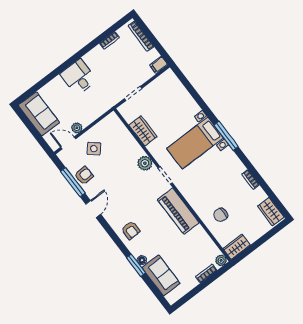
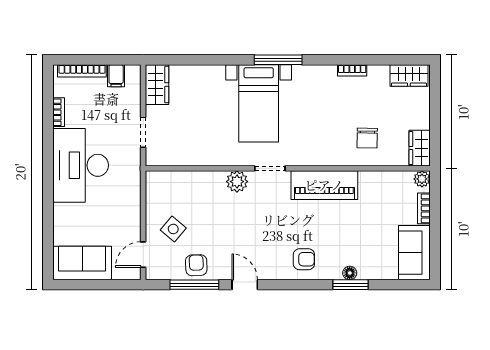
filing cabinet: (159, 65) -> (116, 76), moved
desk: (78, 77) -> (81, 165), width x1.87, depth x1.30
plant: (77, 128) -> (133, 230), removed
wardrobe: (143, 131) -> (157, 85), moved, turned 90
sofa: (161, 275) -> (414, 253), moved, turned -90

